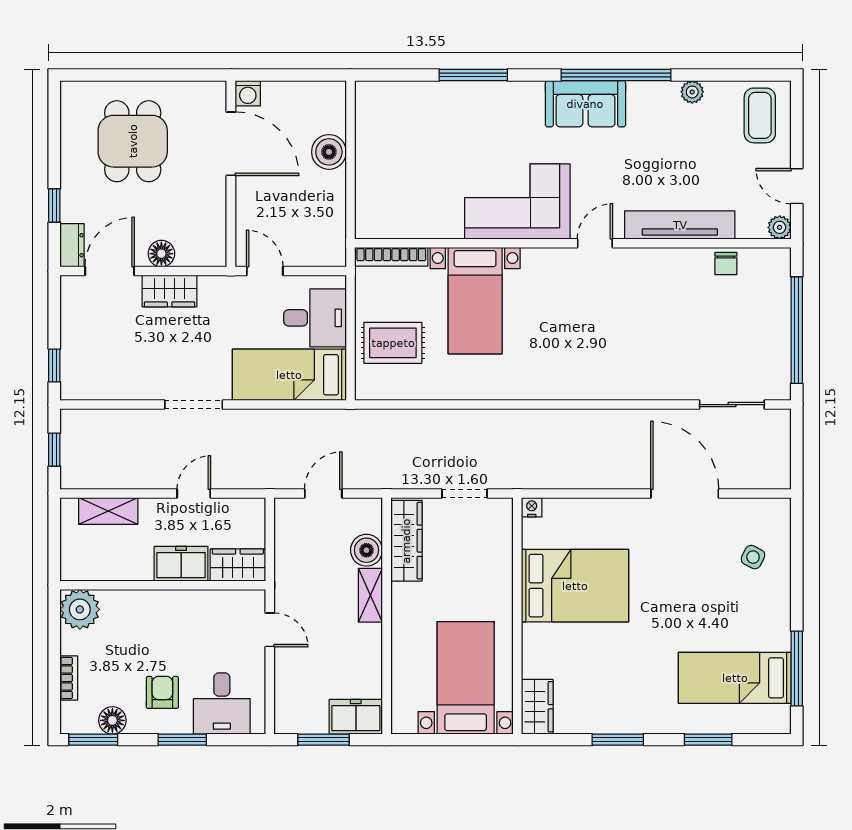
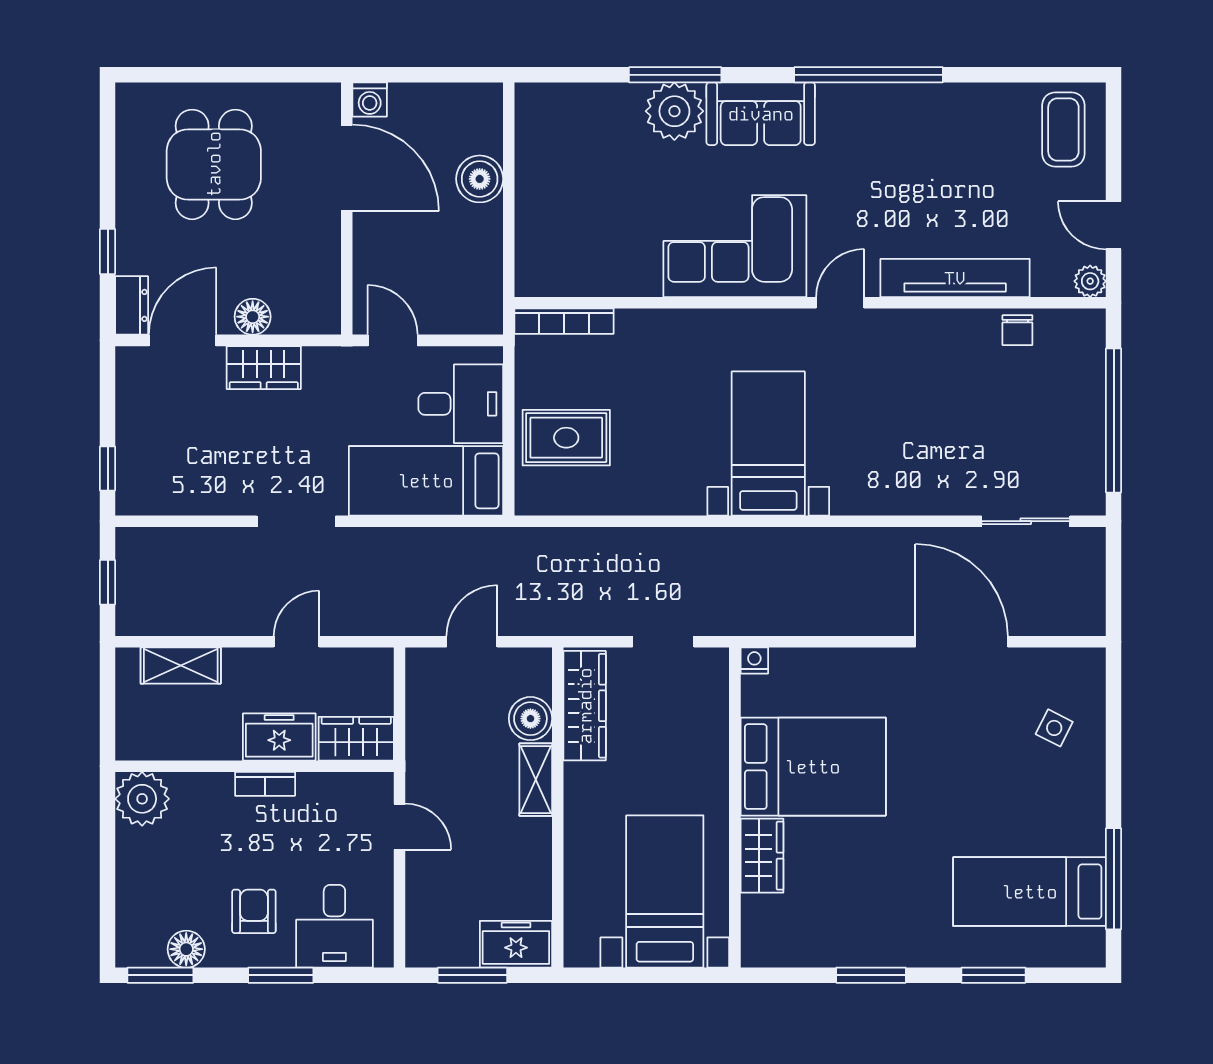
plant: (692, 92) -> (674, 111), moved, width x1.87, depth x1.87
sofa: (585, 104) -> (761, 114), moved
bed with nightstands: (475, 301) -> (768, 443), moved, turned 180
bookcase: (69, 678) -> (265, 784), moved, turned 90
wardrobe: (537, 707) -> (762, 856), moved

